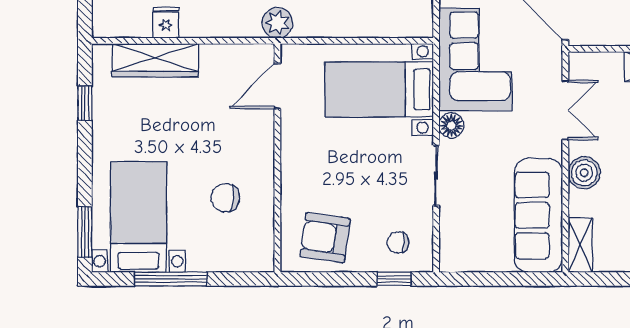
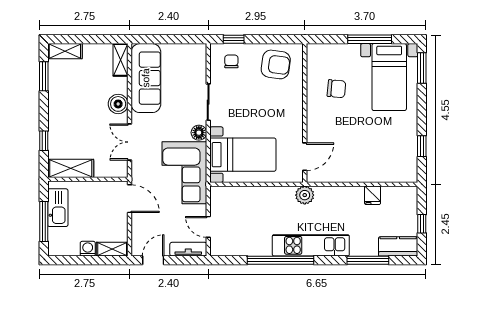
wardrobe: (155, 60) -> (379, 172), removed
chair: (398, 243) -> (231, 61), turned -90

